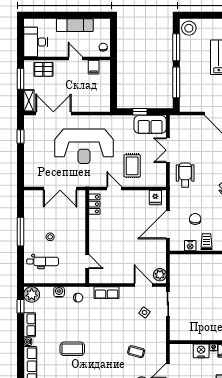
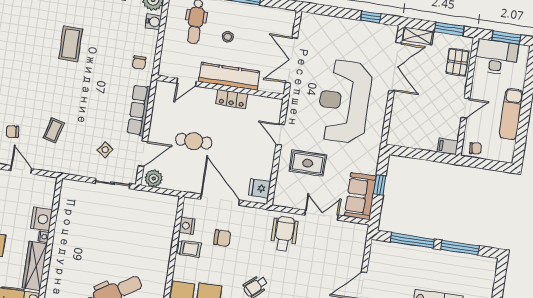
stool: (189, 28) -> (483, 269), removed
window: (20, 37) -> (506, 38), added
filing cabinet: (94, 67) -> (448, 146), moved
wheelchair: (185, 175) -> (284, 234), turned -90
door: (114, 189) -> (280, 134), swing flipped
locker: (94, 204) -> (232, 99), moved
kitchen counter: (78, 232) -> (229, 76), added
cafe table: (129, 250) -> (194, 141), added
water cooler: (59, 292) -> (153, 22), moved
row of seats: (107, 293) -> (139, 110), width x1.48

